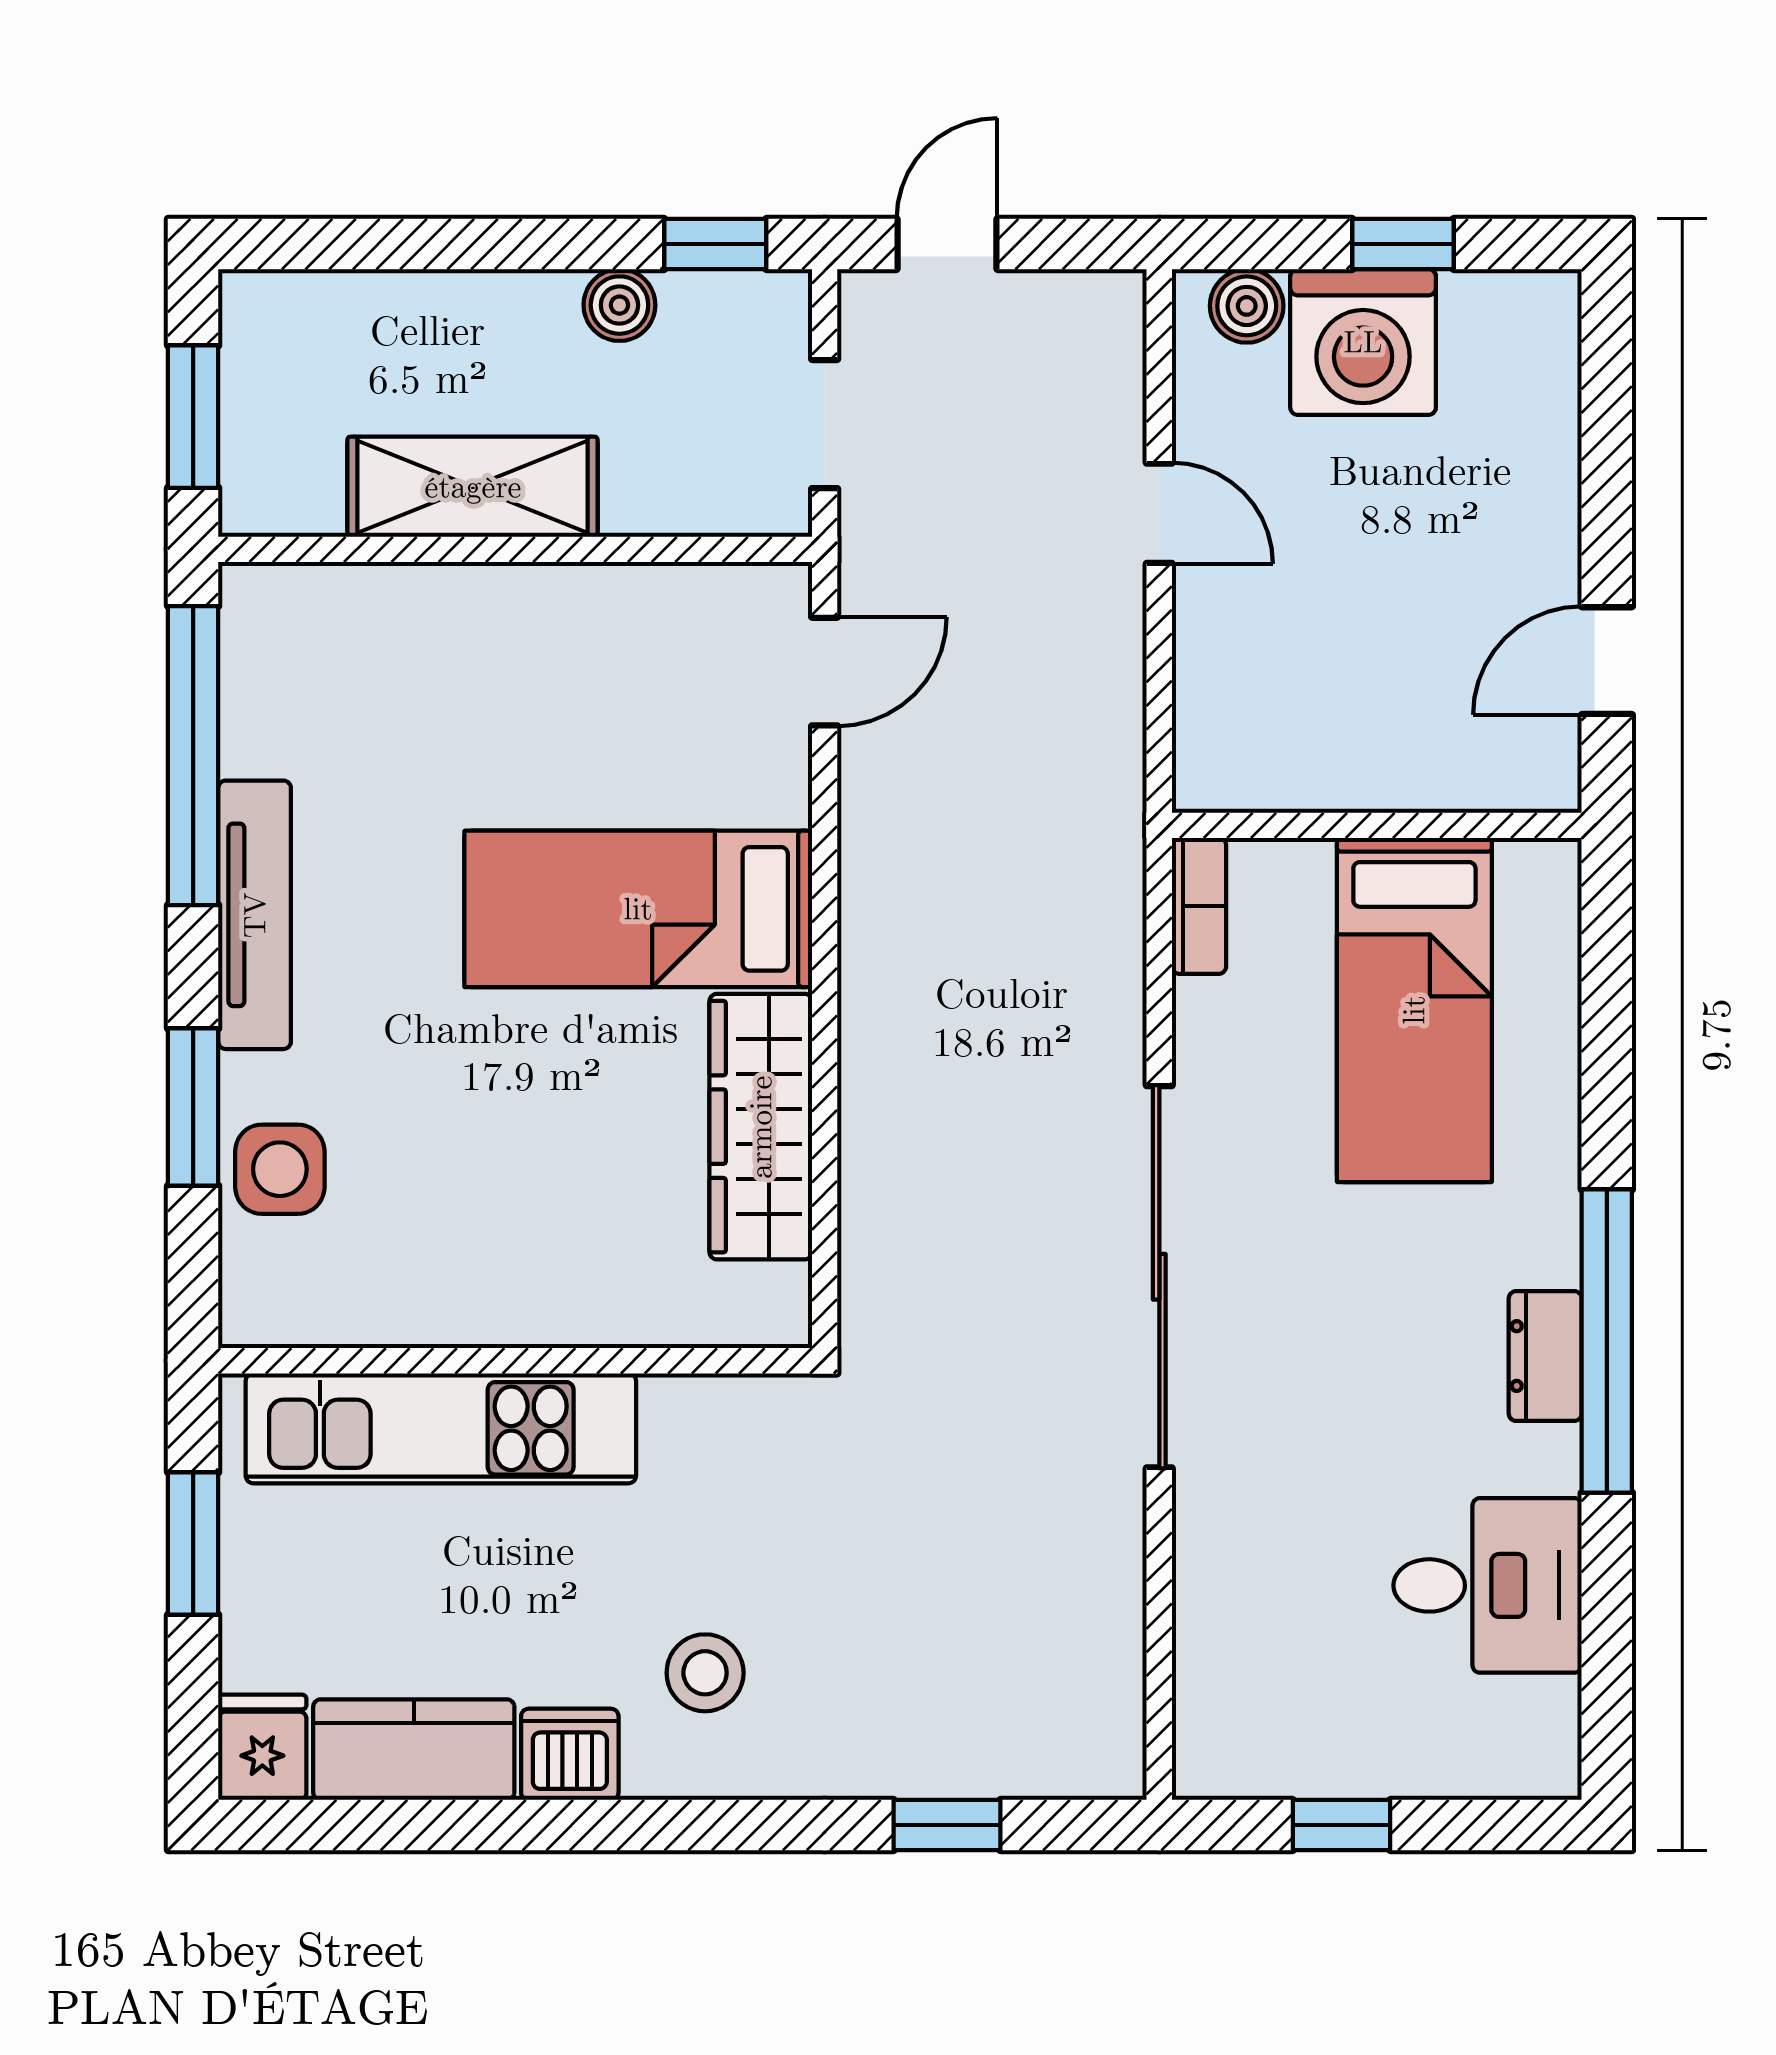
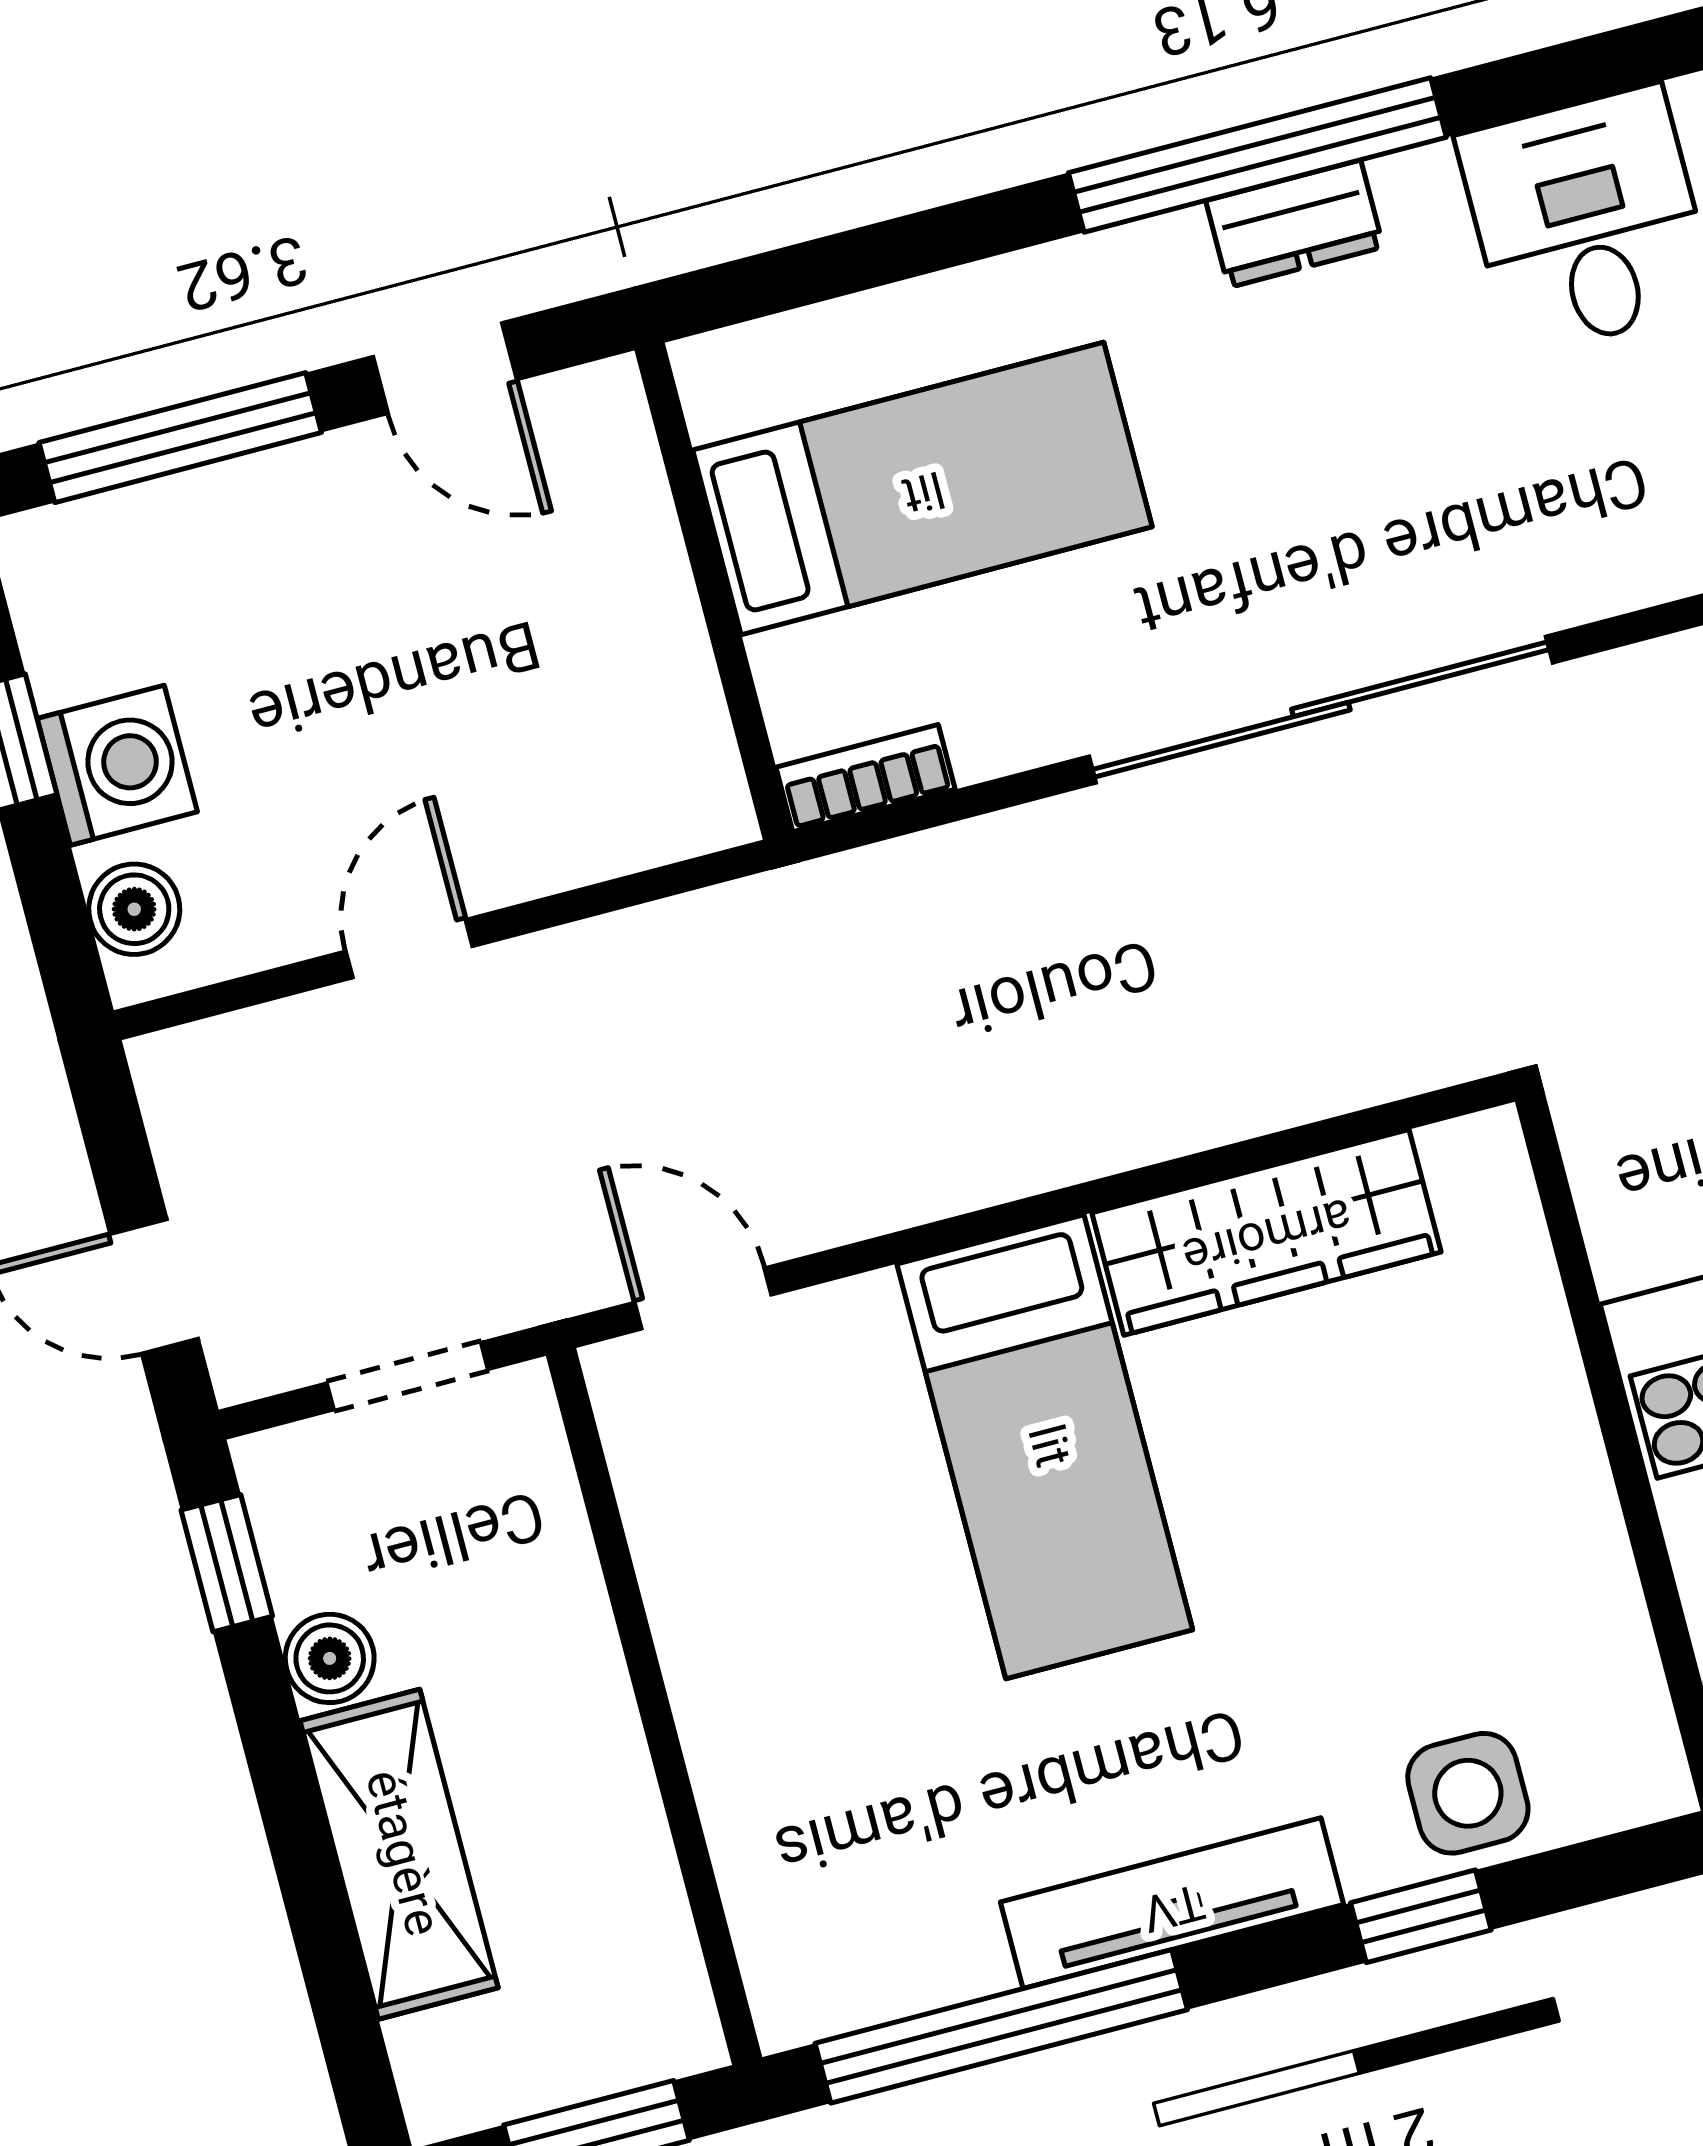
washing machine: (1363, 342) -> (117, 765), width x0.73, depth x0.73
window: (1607, 439) -> (180, 438), added
shelving: (473, 487) -> (399, 1854), moved
window: (193, 1107) -> (1421, 1916), width x0.67

